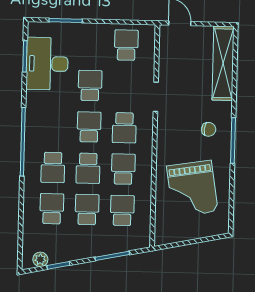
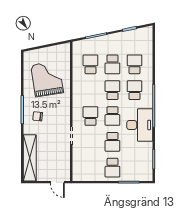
school desk: (126, 45) -> (112, 168), moved
desk: (47, 64) -> (140, 125), moved
school desk: (123, 169) -> (90, 90), removed
school desk: (52, 209) -> (135, 64), turned 180
school desk: (122, 210) -> (90, 64), turned 180
plant: (40, 259) -> (141, 33), removed

